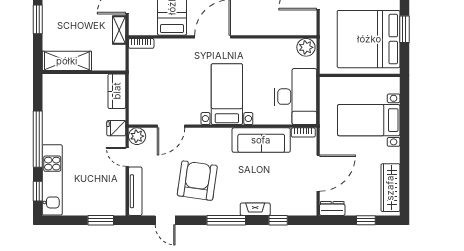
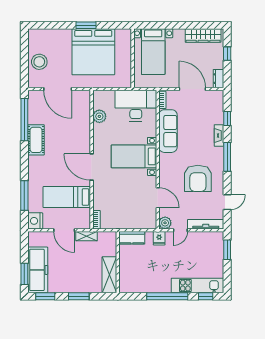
plant: (306, 47) -> (99, 116), moved
wall: (360, 75) -> (133, 58), moved
armchair: (197, 181) -> (198, 178), turned -98

